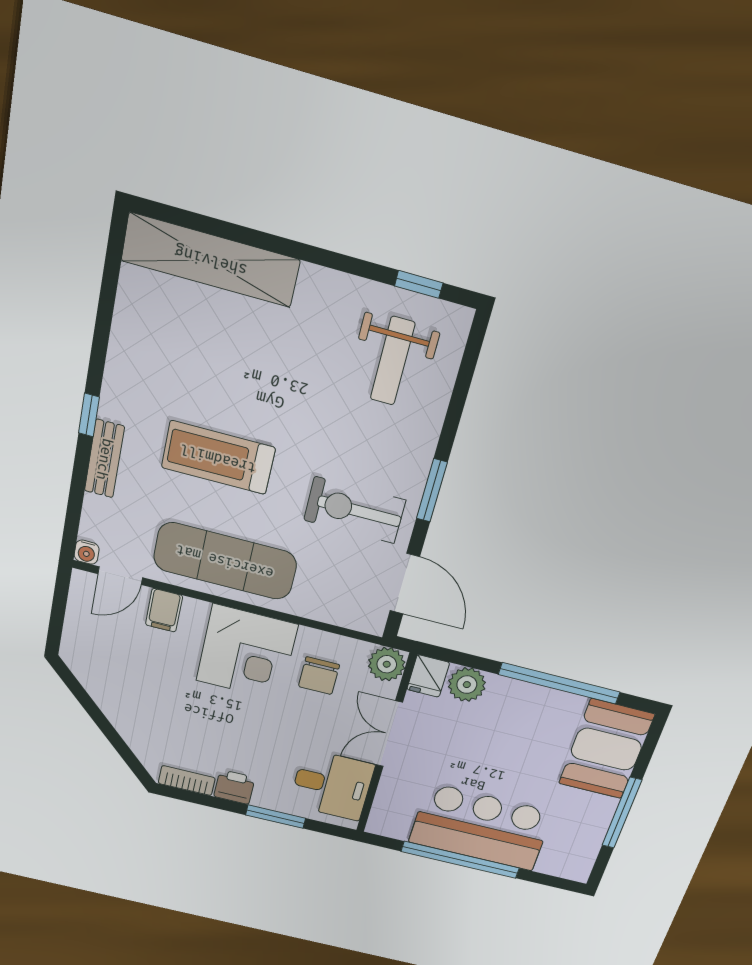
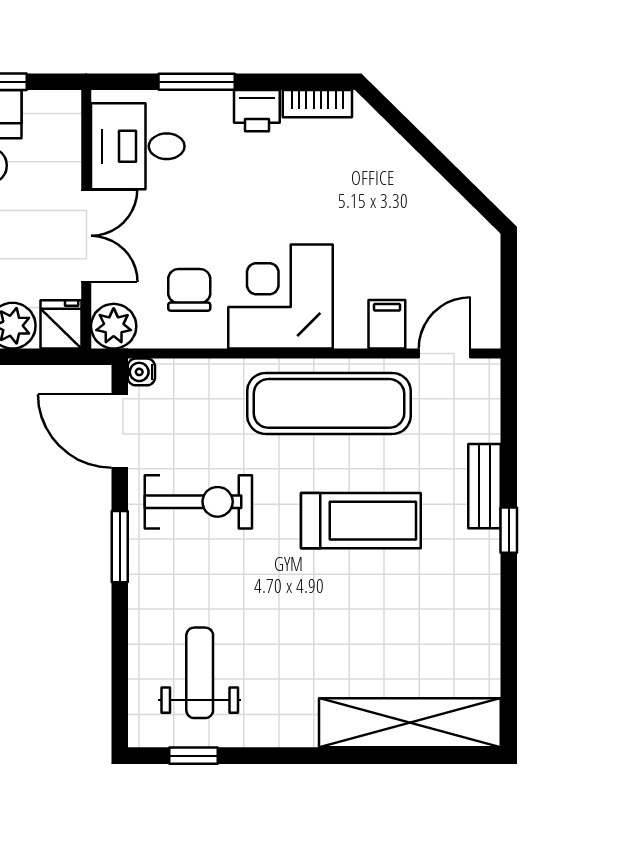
water cooler: (87, 552) -> (141, 372), moved, turned -90

